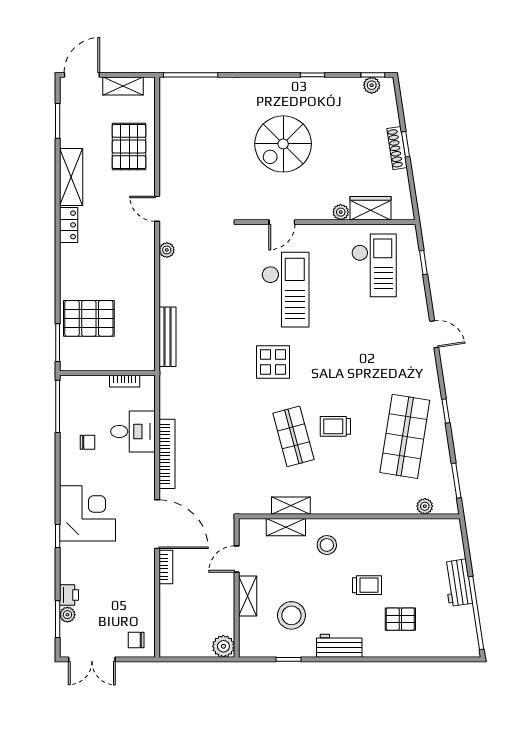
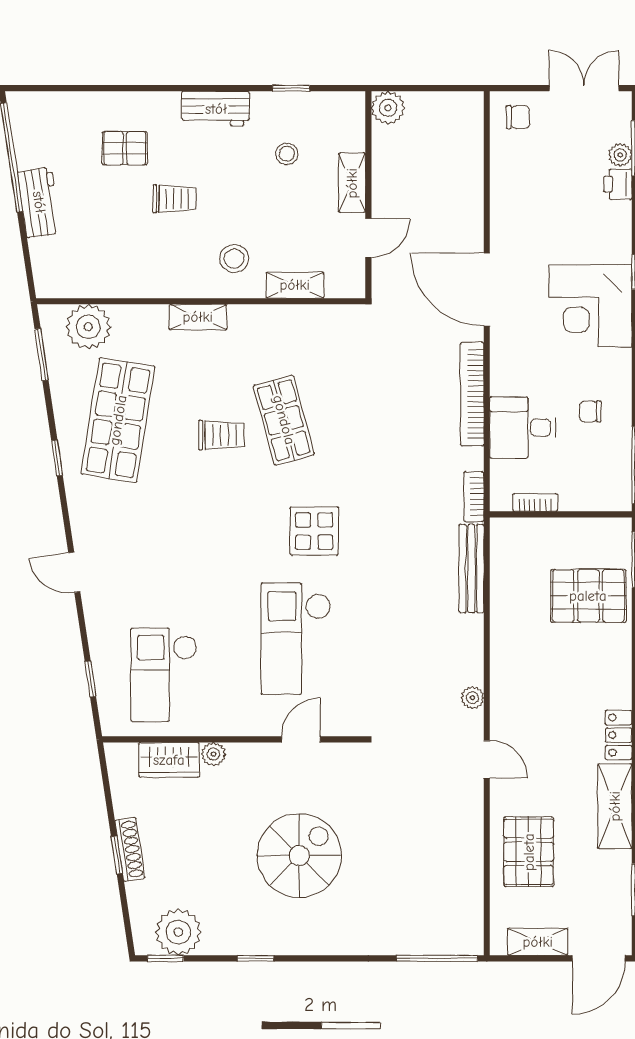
plant: (372, 85) -> (178, 932), width x1.88, depth x1.88
shelving: (291, 506) -> (198, 317), moved
plant: (425, 506) -> (88, 327), width x1.88, depth x1.88
bookcase: (166, 567) -> (474, 497), moved
trolley: (367, 585) -> (174, 199), turned 180
stool: (291, 615) -> (287, 154), width x0.53, depth x0.53

